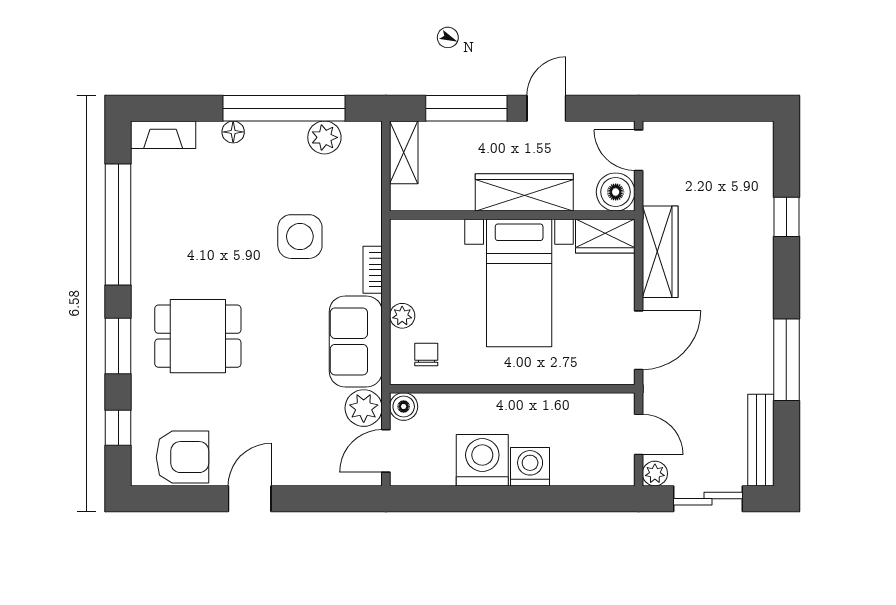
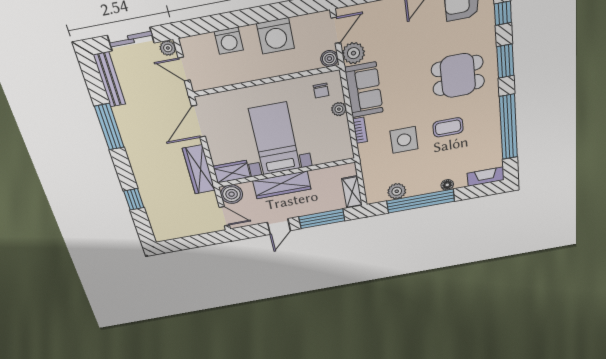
coffee table: (222, 245) -> (448, 127), added
washing machine: (530, 467) -> (229, 41), moved

